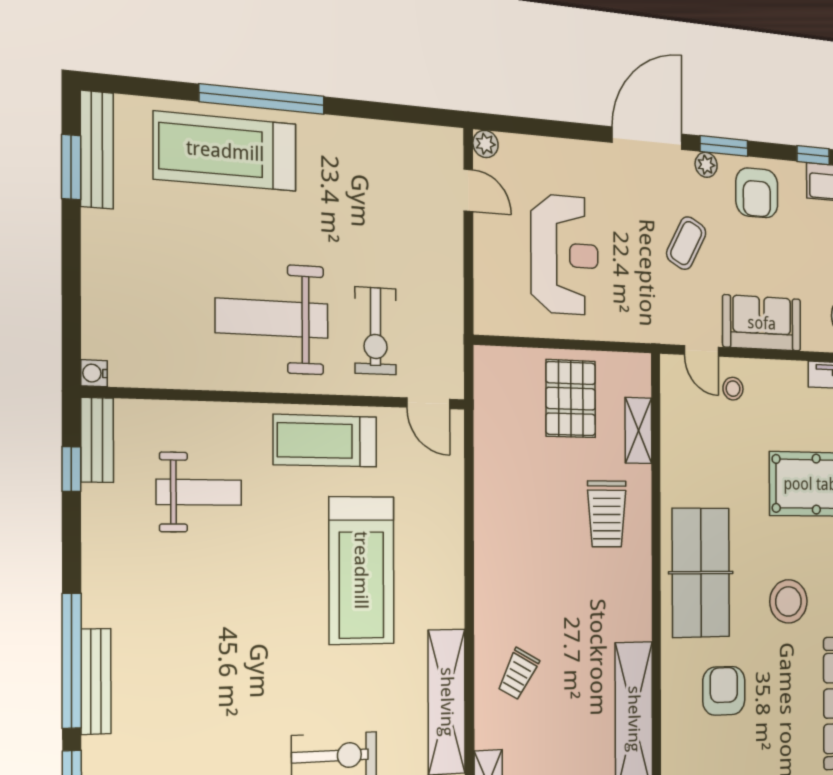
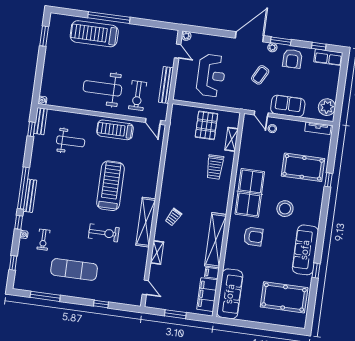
bench: (97, 150) -> (166, 85), moved
treadmill: (361, 570) -> (110, 186), moved, turned 180
armchair: (724, 691) -> (253, 237), turned 90

